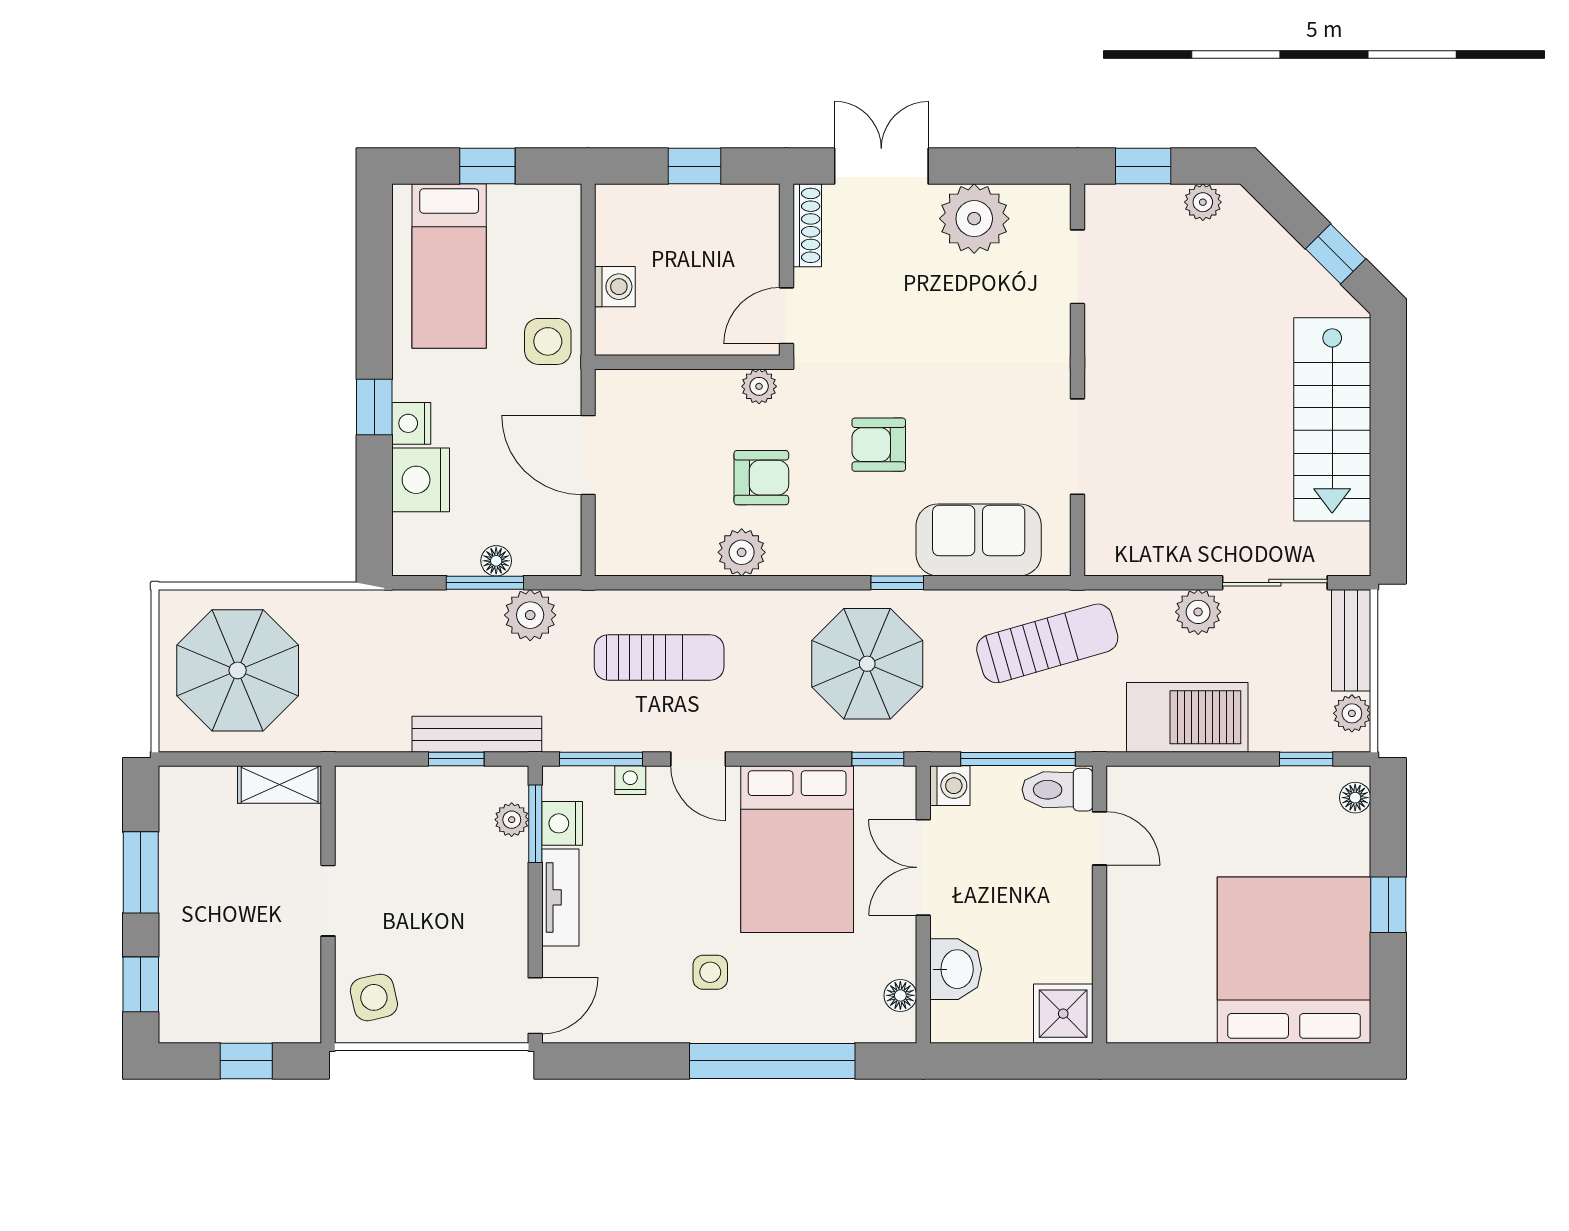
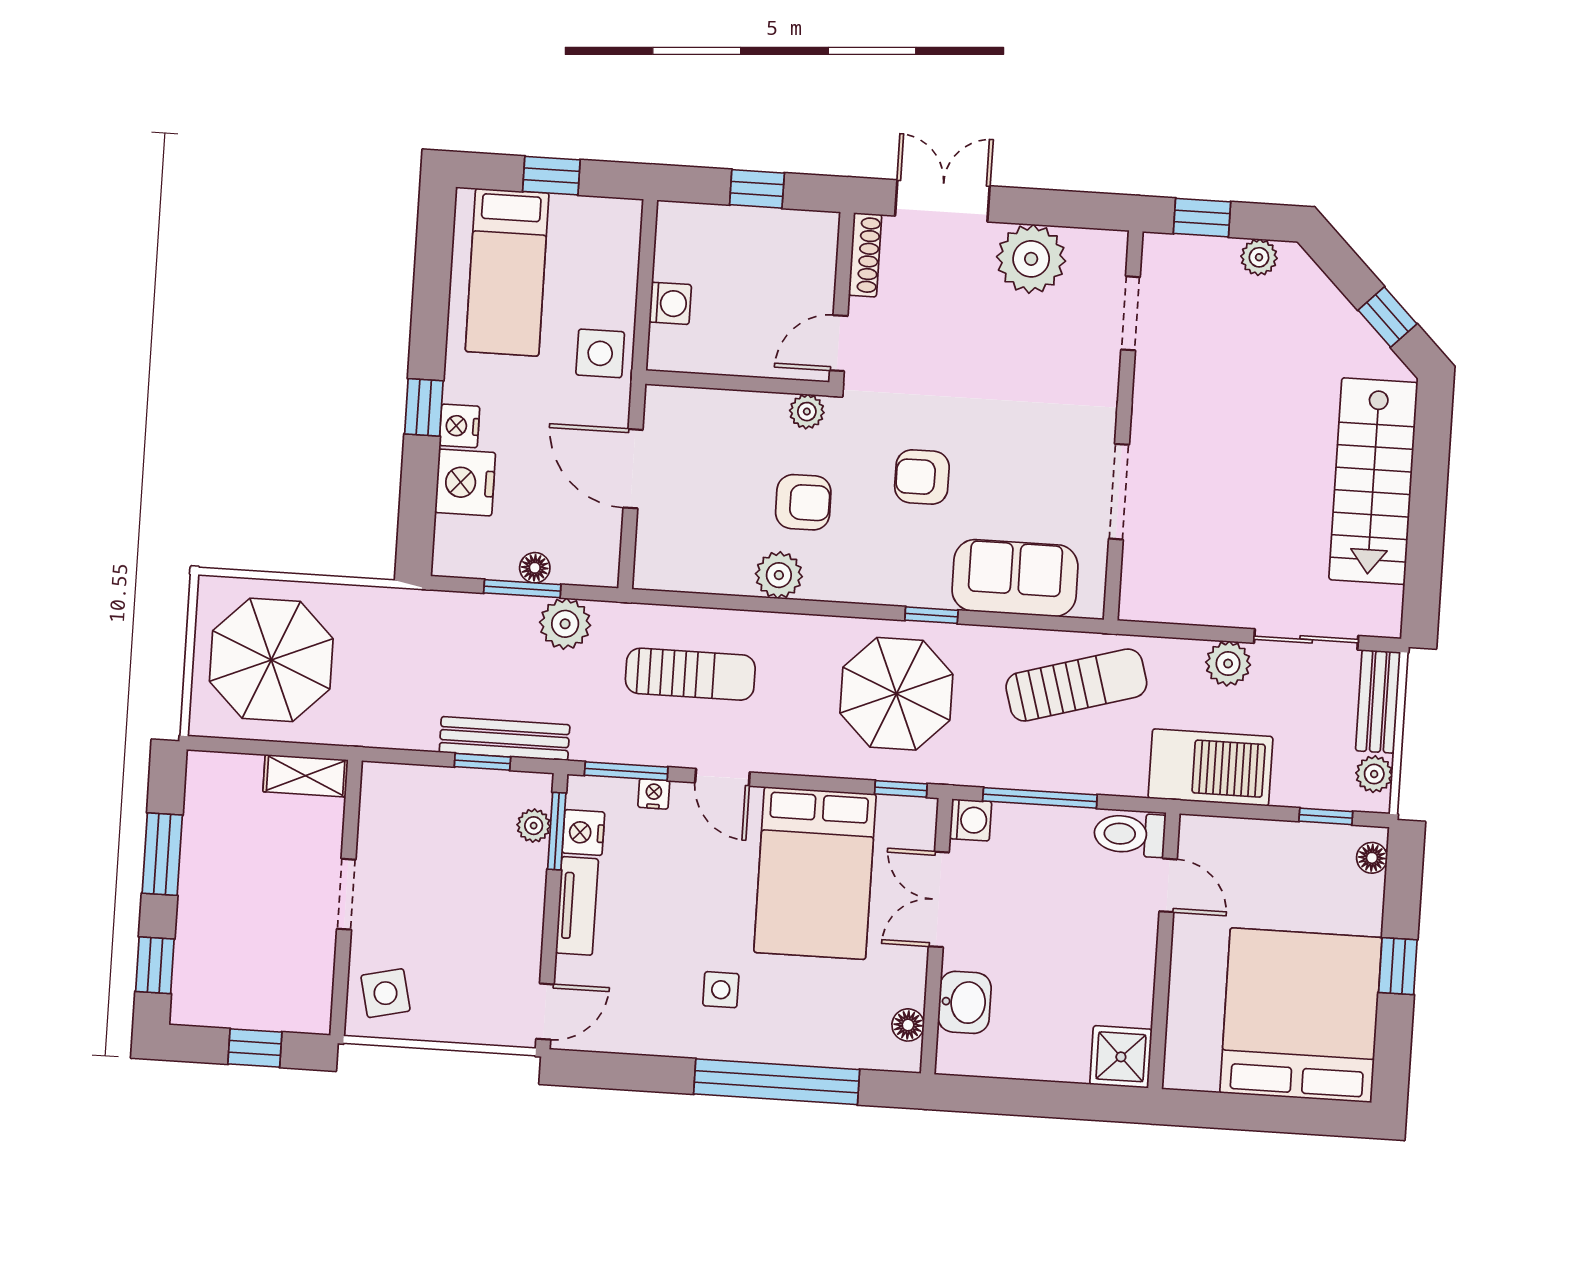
toilet: (1057, 790) -> (1130, 834), moved
door: (1099, 838) -> (1168, 885), moved
wall: (1099, 904) -> (1164, 951), moved
shower: (1063, 1014) -> (1121, 1057), moved

